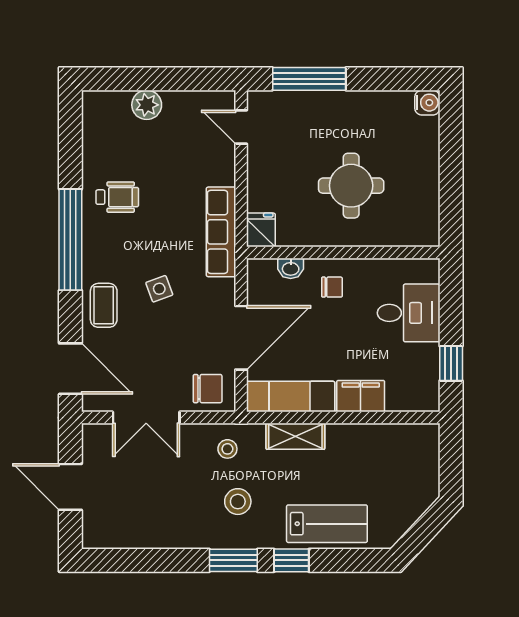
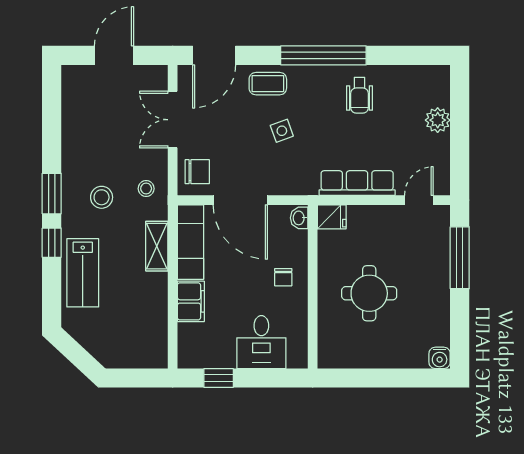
row of seats: (221, 232) -> (357, 183), moved
washbasin: (291, 268) -> (299, 218), moved
chair: (208, 389) -> (197, 172), turned -90

